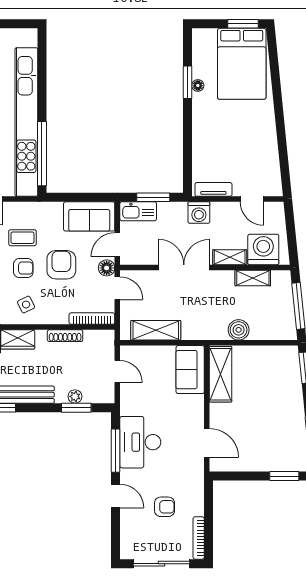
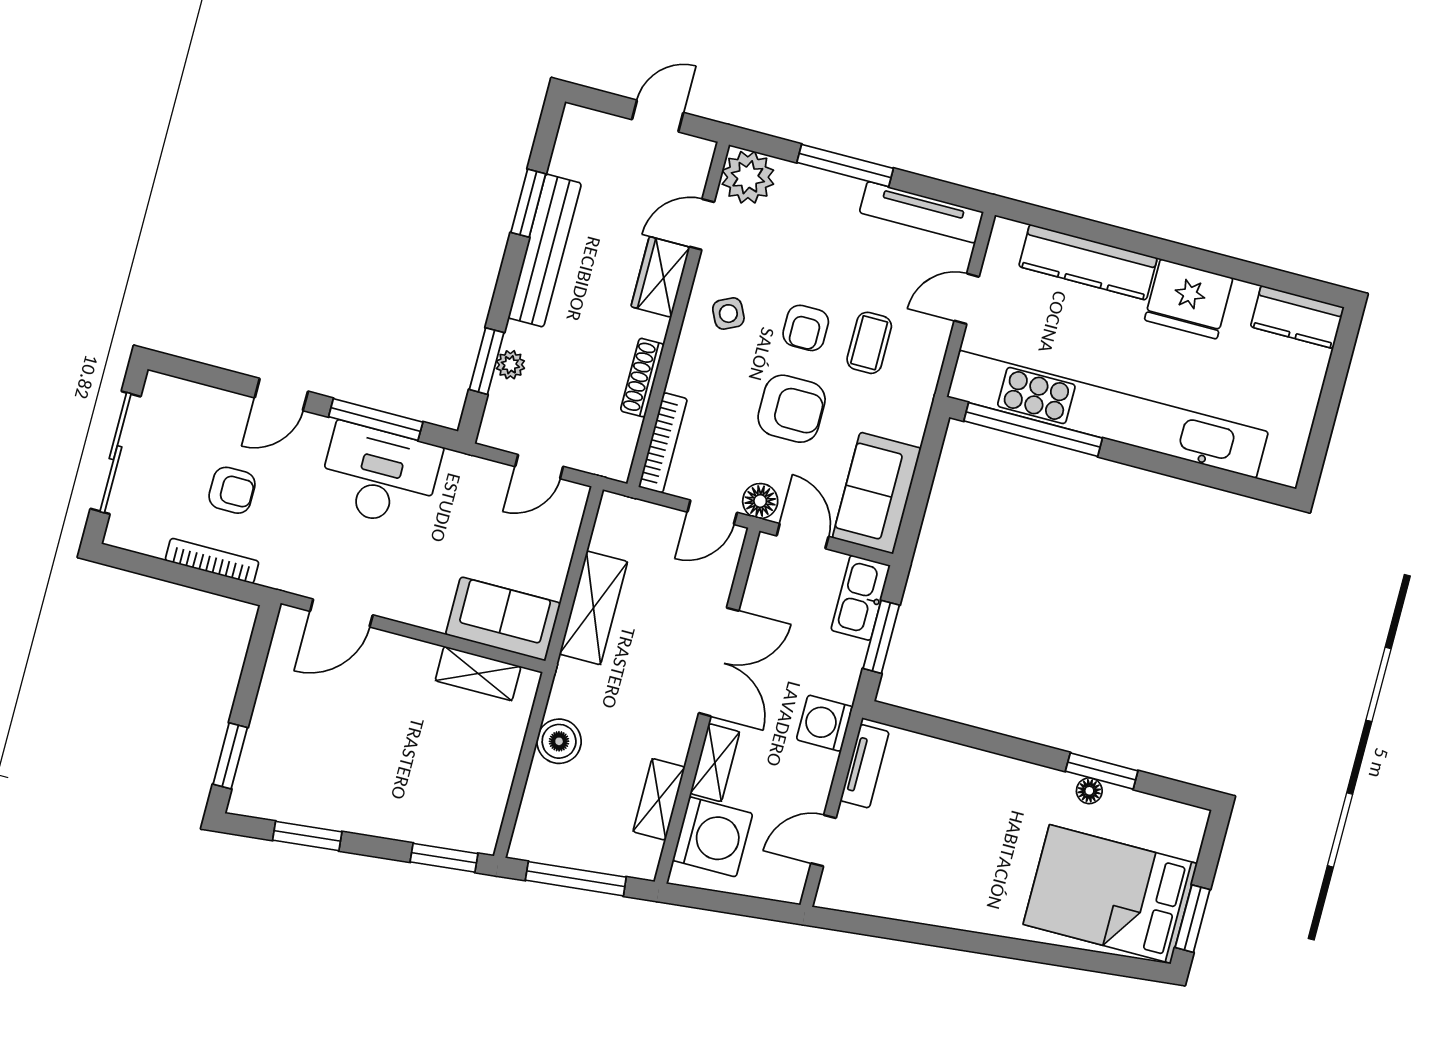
shelving: (156, 330) -> (593, 608), moved
shelving: (221, 374) -> (478, 674), width x0.67, depth x0.75
armchair: (165, 507) -> (232, 490), turned -90
bookcase: (199, 538) -> (212, 561), moved

